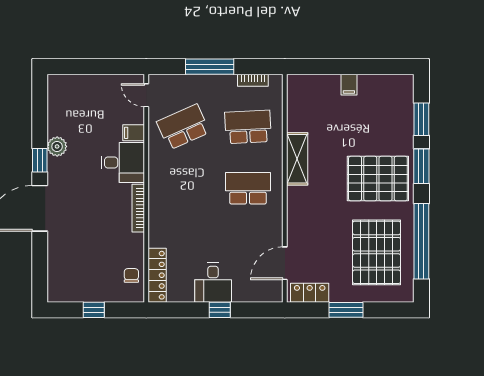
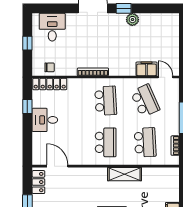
door: (146, 95) -> (165, 77), hinge flipped
filing cabinet: (134, 133) -> (146, 69), width x2.00
desk: (123, 163) -> (52, 27), moved, turned 180
school desk: (183, 188) -> (106, 101), added
window: (220, 310) -> (27, 107), moved

